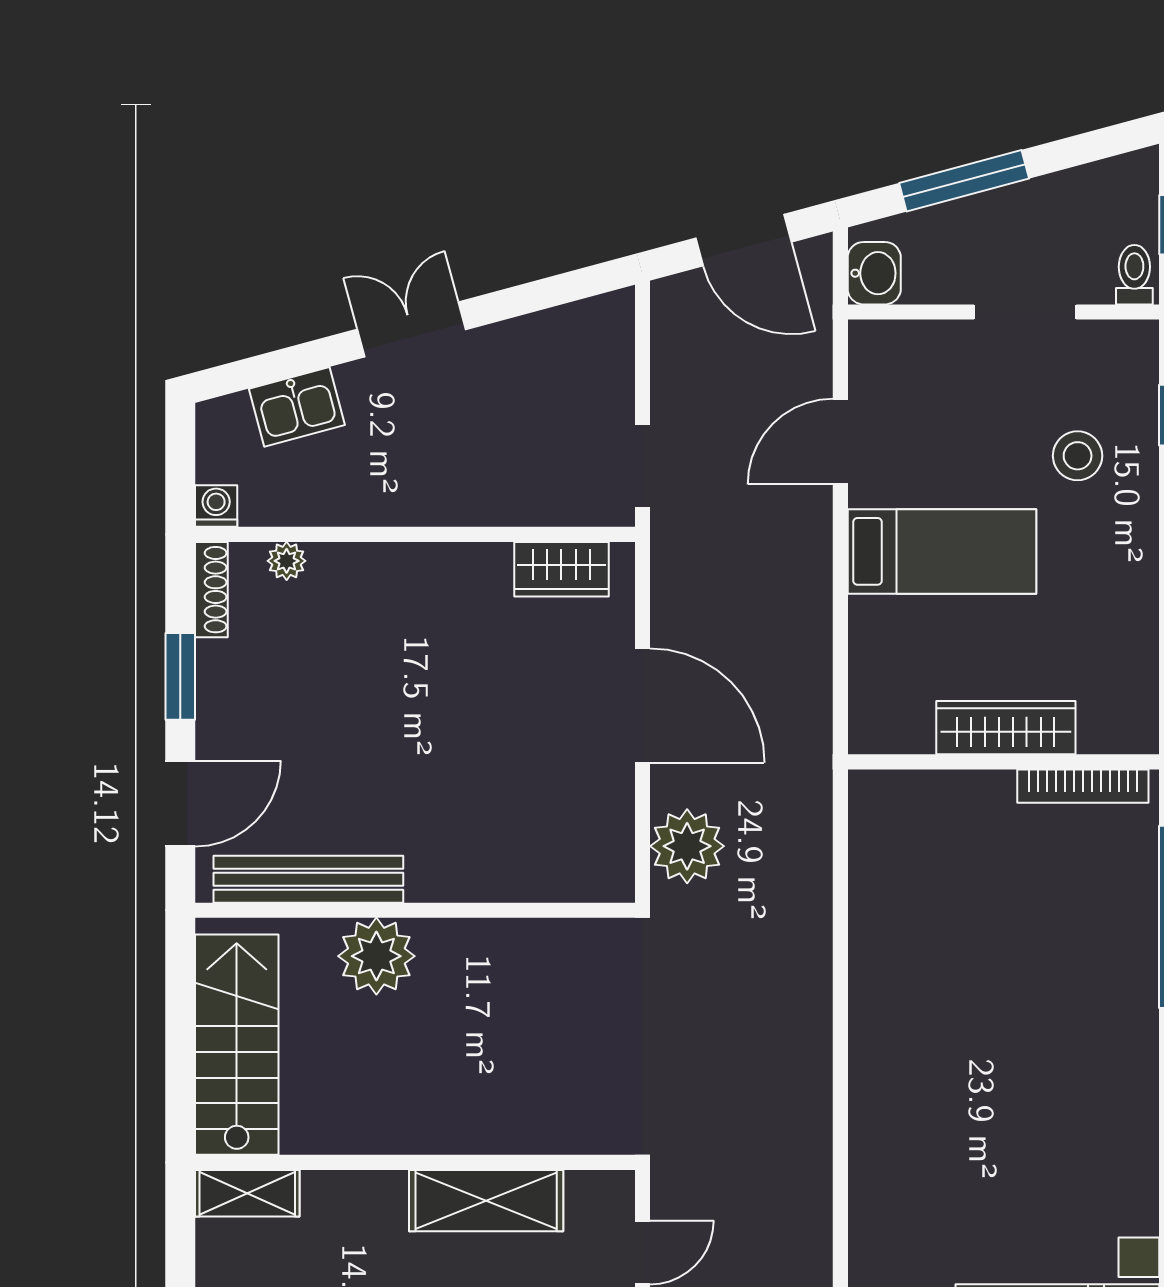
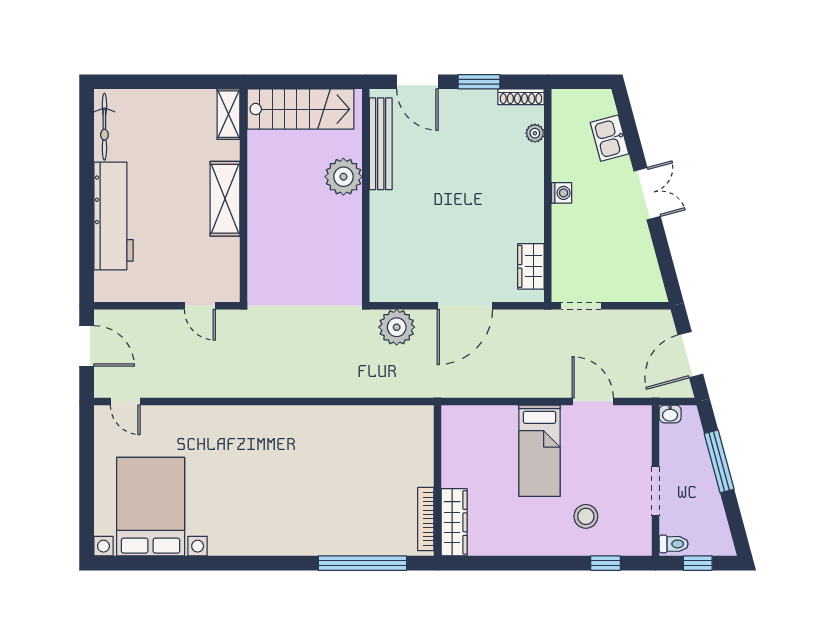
washbasin: (874, 273) -> (670, 414), width x0.72, depth x0.69
washing machine: (216, 506) -> (562, 193), moved
wardrobe: (1006, 728) -> (454, 522), moved
shelving: (486, 1201) -> (225, 199), moved

